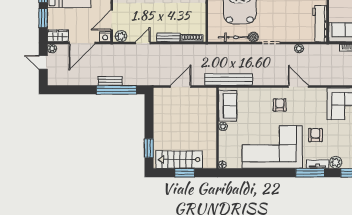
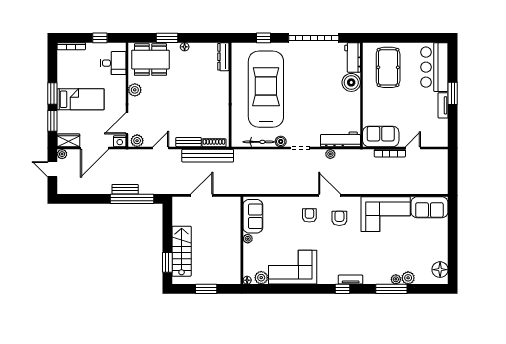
workbench: (320, 24) -> (340, 139), moved, turned 90
bench: (229, 80) -> (208, 156), moved
armchair: (315, 135) -> (339, 218), moved
corner sofa: (272, 147) -> (293, 267), width x0.73, depth x0.74
stairs: (179, 160) -> (182, 251), moved, turned 90
plant: (336, 162) -> (261, 278), moved
window: (310, 173) -> (343, 289), width x0.46

